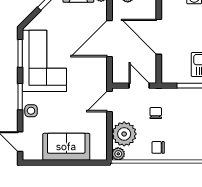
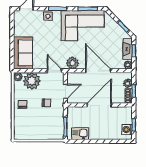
plant: (98, 75) -> (73, 63), added
sofa: (66, 147) -> (23, 53), moved

